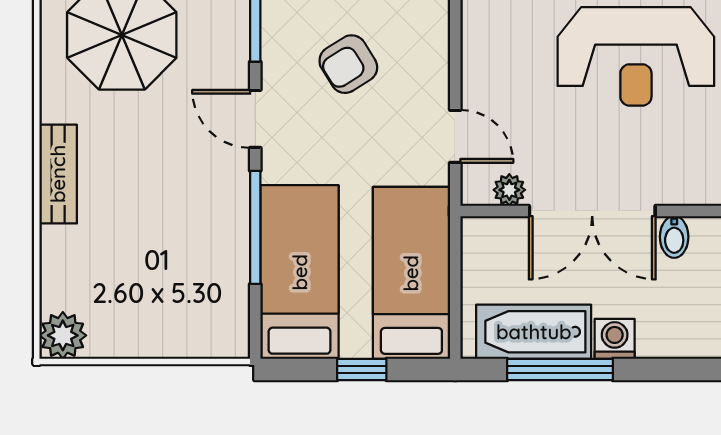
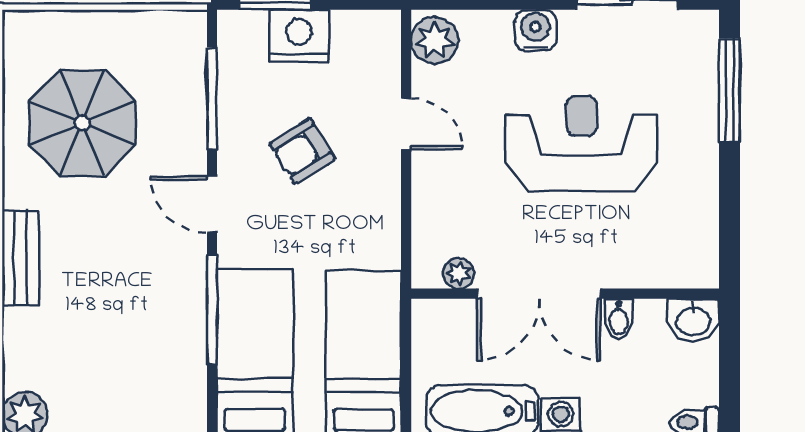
reception desk: (636, 56) -> (582, 144), turned 180
door: (455, 136) -> (406, 124), moved

